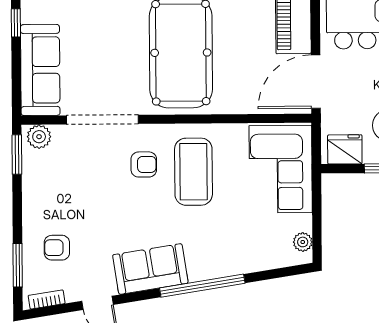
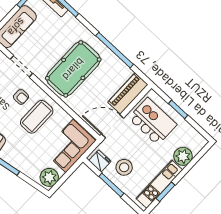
doorway: (103, 120) -> (21, 66), width x0.73
plant: (303, 242) -> (49, 177), width x1.88, depth x1.88

